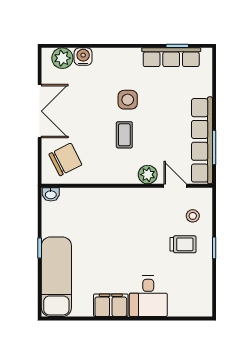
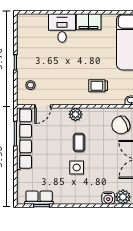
row of seats: (171, 57) -> (39, 198), width x0.68
plant: (148, 175) -> (75, 114), moved
door: (175, 186) -> (43, 106), hinge flipped
trolley: (183, 244) -> (98, 86), moved

